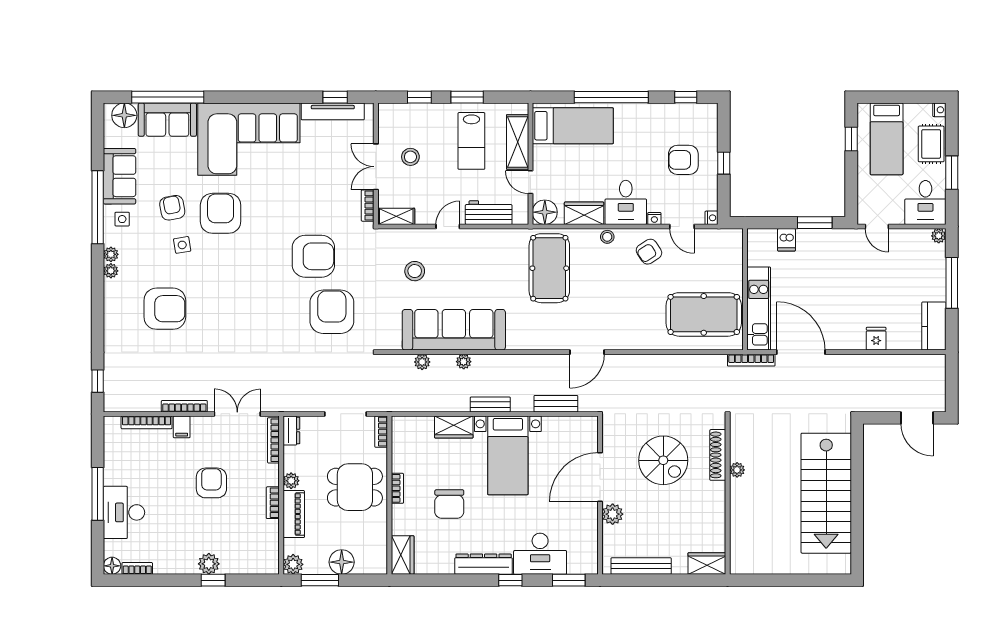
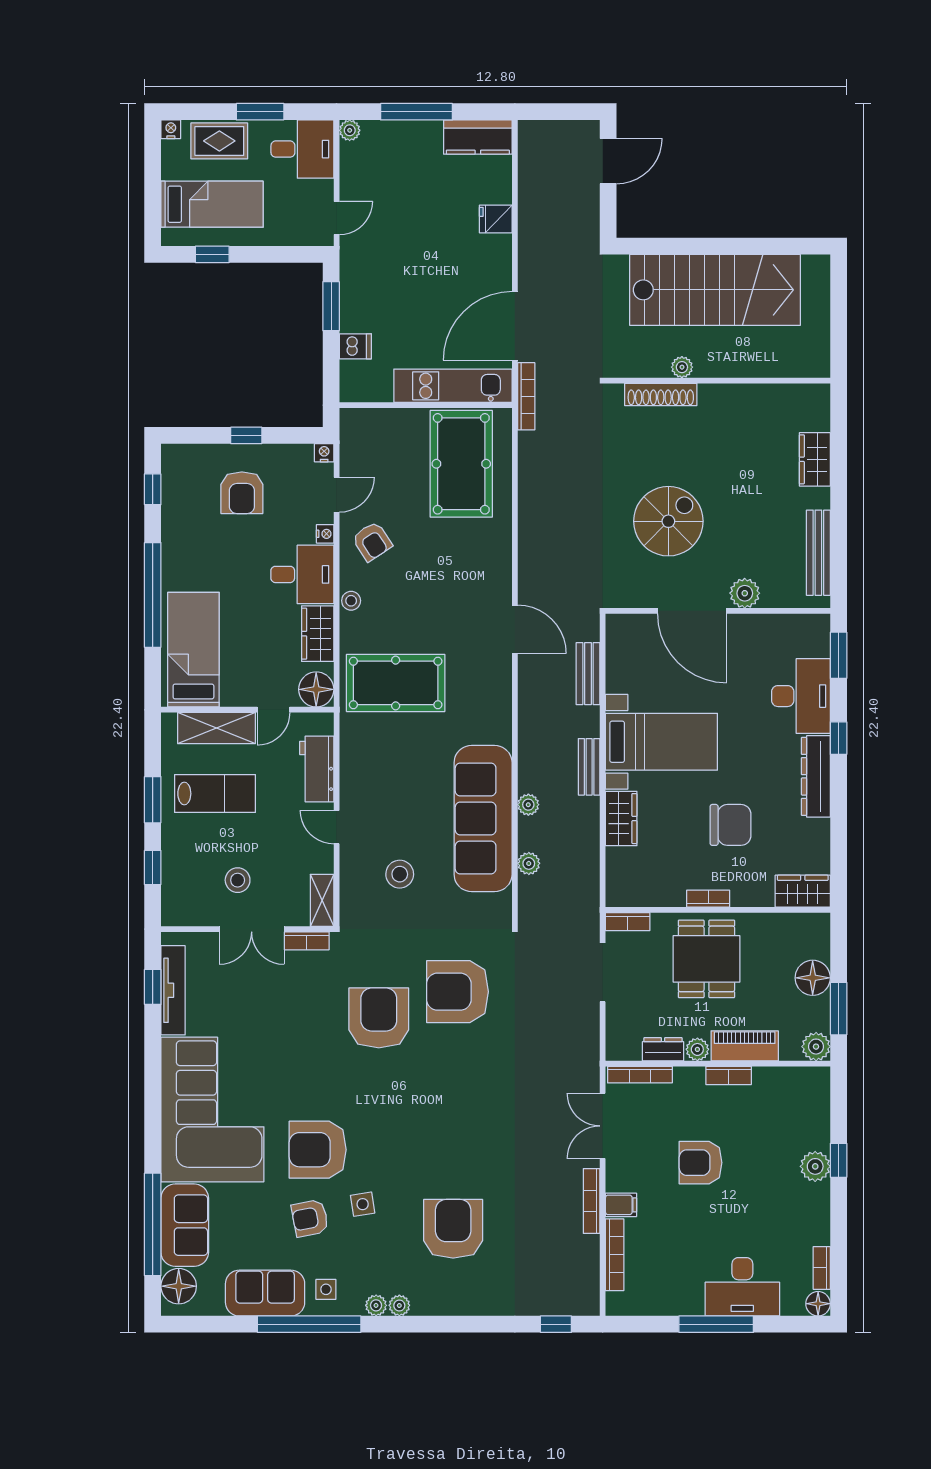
dresser: (291, 431) -> (663, 1049), moved
shoe rack: (718, 455) -> (661, 394), moved
plant: (737, 470) -> (682, 367), moved
wall: (728, 495) -> (718, 381), moved

